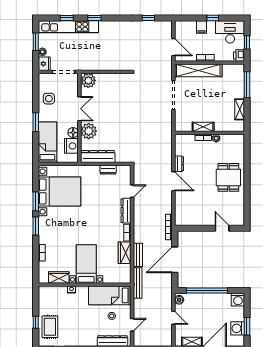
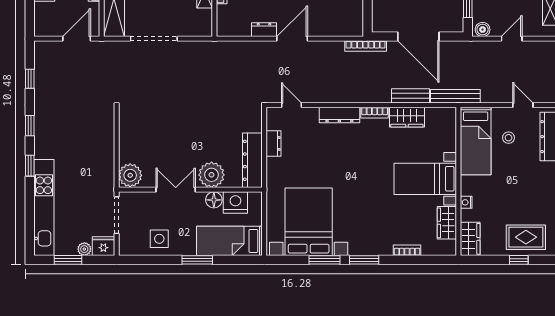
window: (67, 18) -> (30, 126), moved
door: (132, 191) -> (291, 105), moved
wardrobe: (49, 292) -> (470, 239), added

